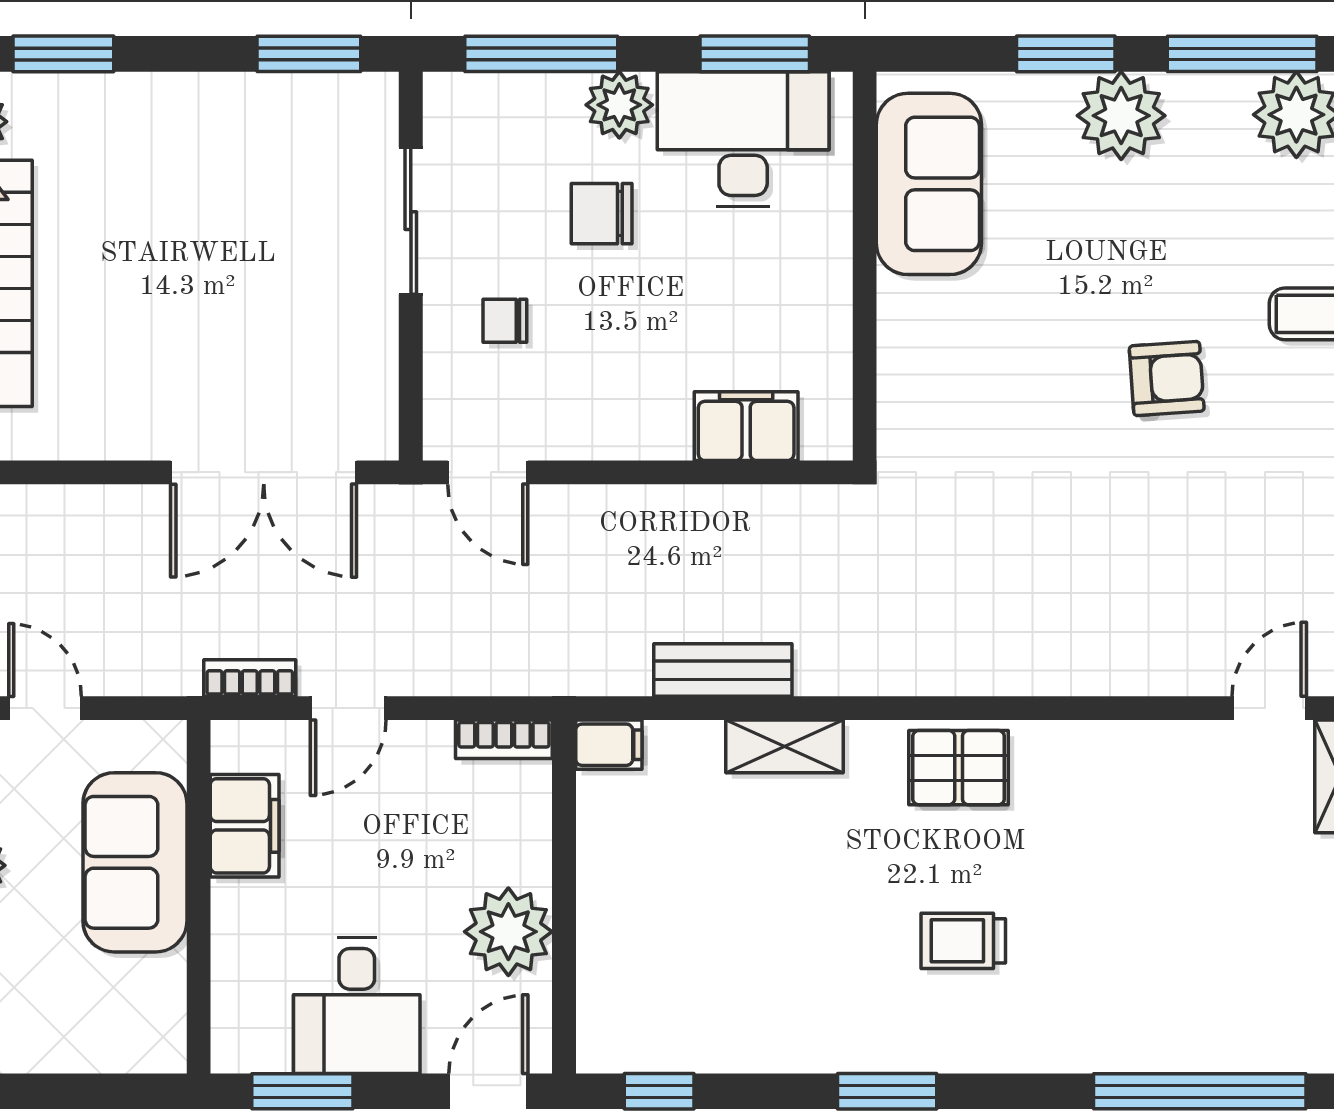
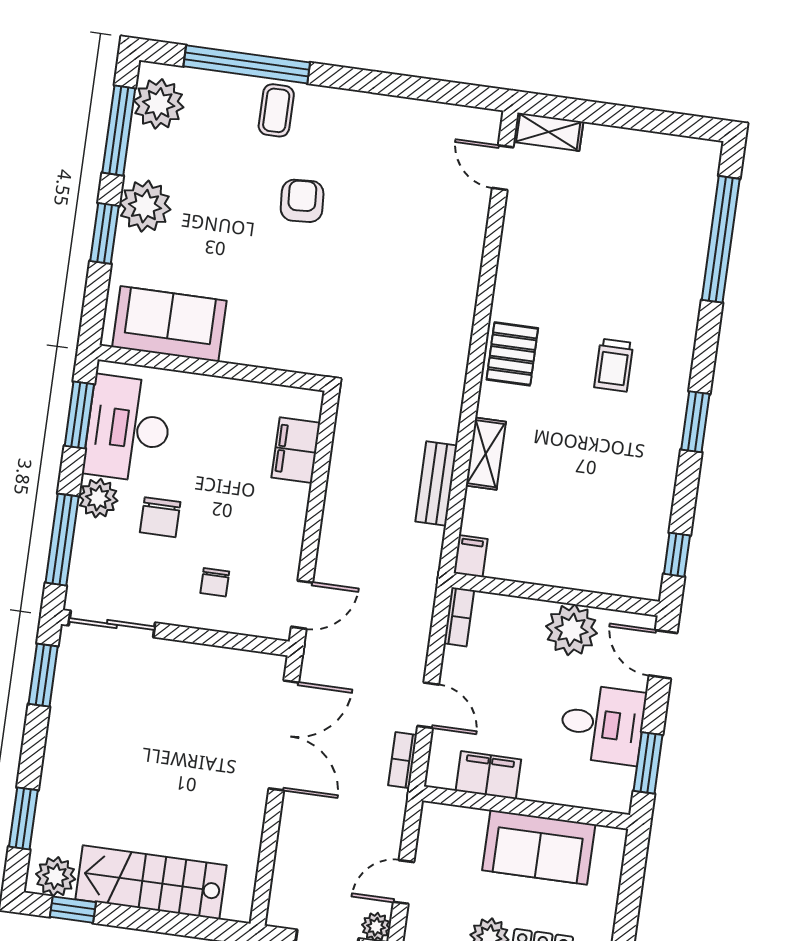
sliding door: (411, 221) -> (112, 624), moved
sofa: (135, 862) -> (539, 847), moved

